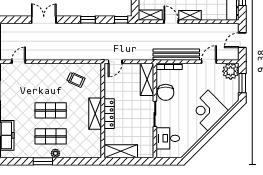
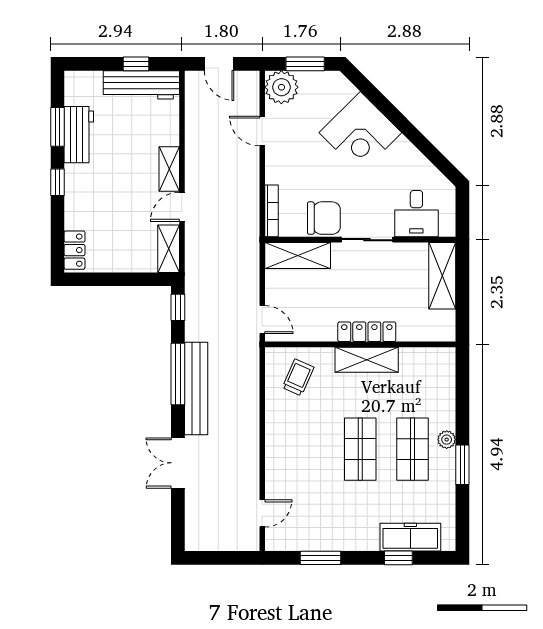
window: (88, 20) -> (178, 374), width x2.17
bench: (176, 55) -> (196, 389), moved
door: (19, 62) -> (262, 513), swing flipped
trolley: (76, 80) -> (298, 377), moved
shelving: (121, 151) -> (442, 276), moved

